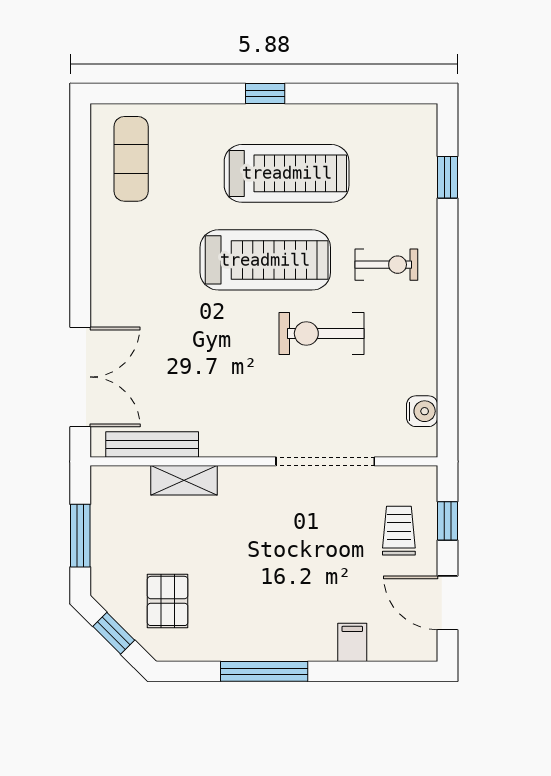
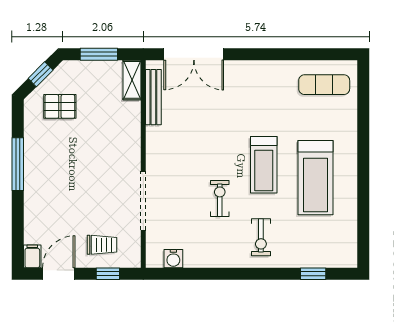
window: (265, 94) -> (363, 165), removed
treadmill: (265, 260) -> (264, 165), width x0.73, depth x0.73
exercise bike: (322, 333) -> (220, 198), width x0.73, depth x0.72
shelving: (184, 480) -> (132, 80), moved
filing cabinet: (352, 642) -> (32, 256), moved, turned -90

